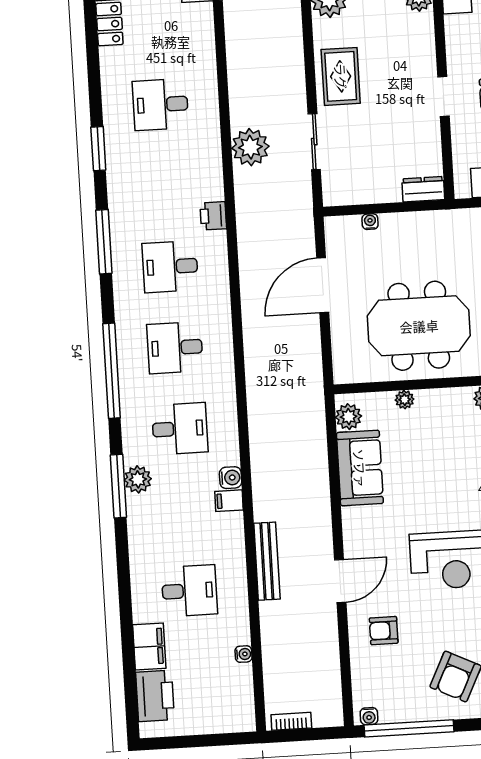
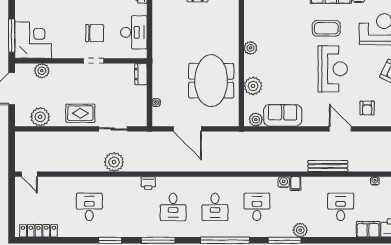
desk: (161, 105) -> (89, 207), turned 180
plant: (405, 400) -> (253, 86), width x1.87, depth x1.87
plant: (138, 479) -> (300, 230), moved

